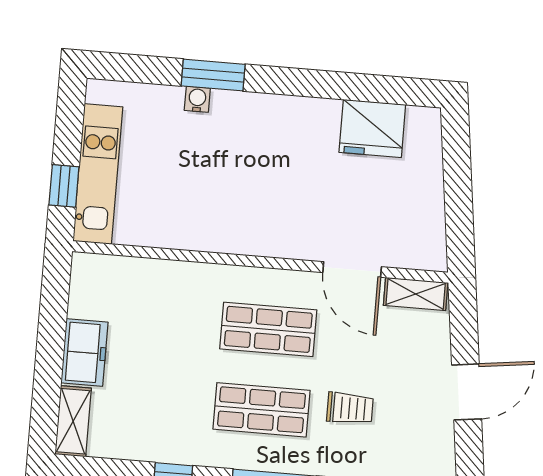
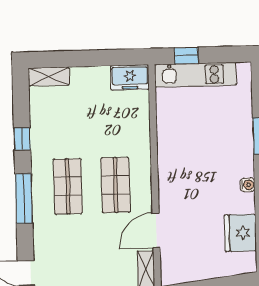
water cooler: (197, 99) -> (247, 185), moved
freezer: (84, 353) -> (130, 77), moved
trolley: (350, 408) -> (75, 238), removed

